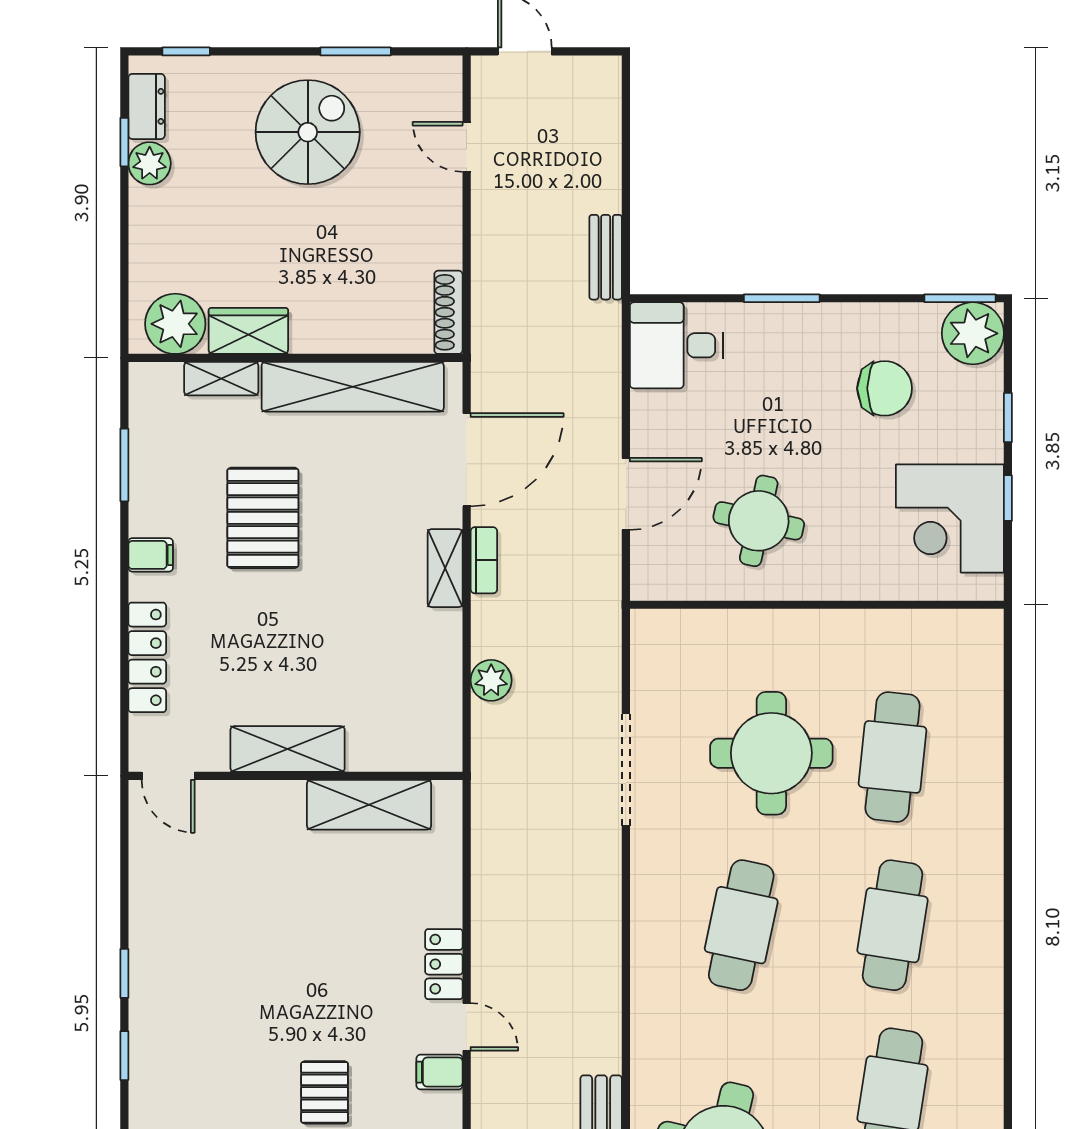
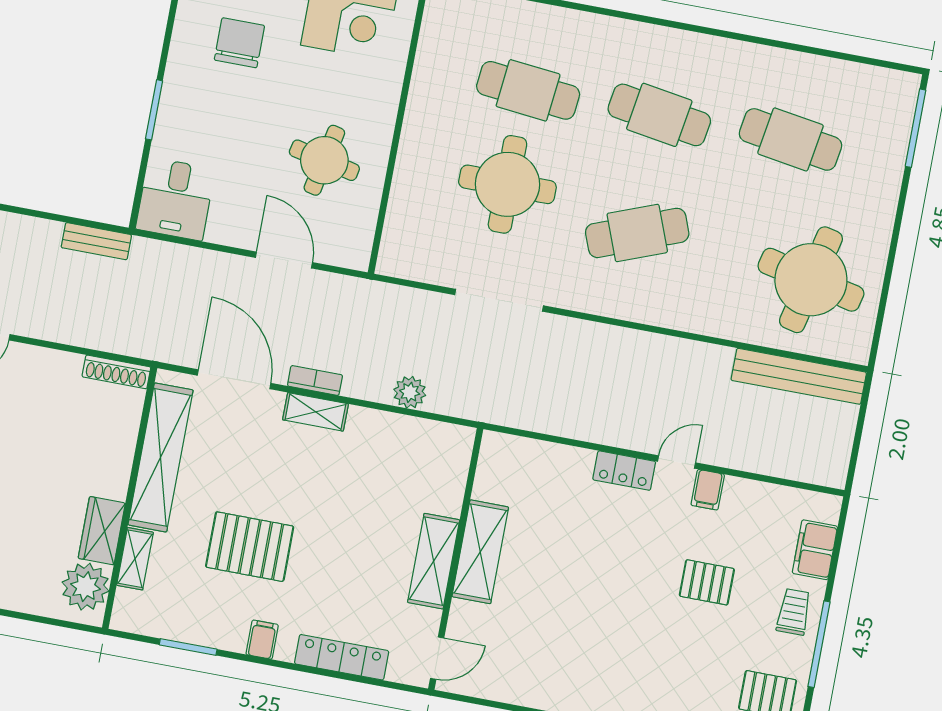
shelving: (369, 805) -> (480, 552), moved
cafe table: (741, 925) -> (637, 233), turned -33

